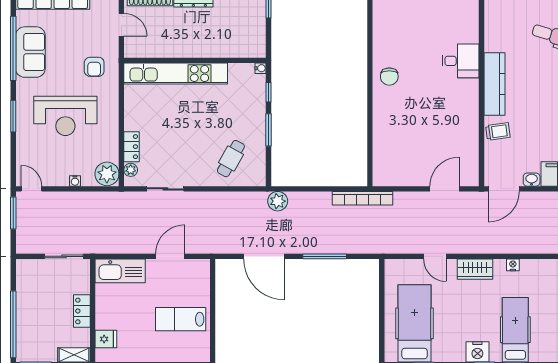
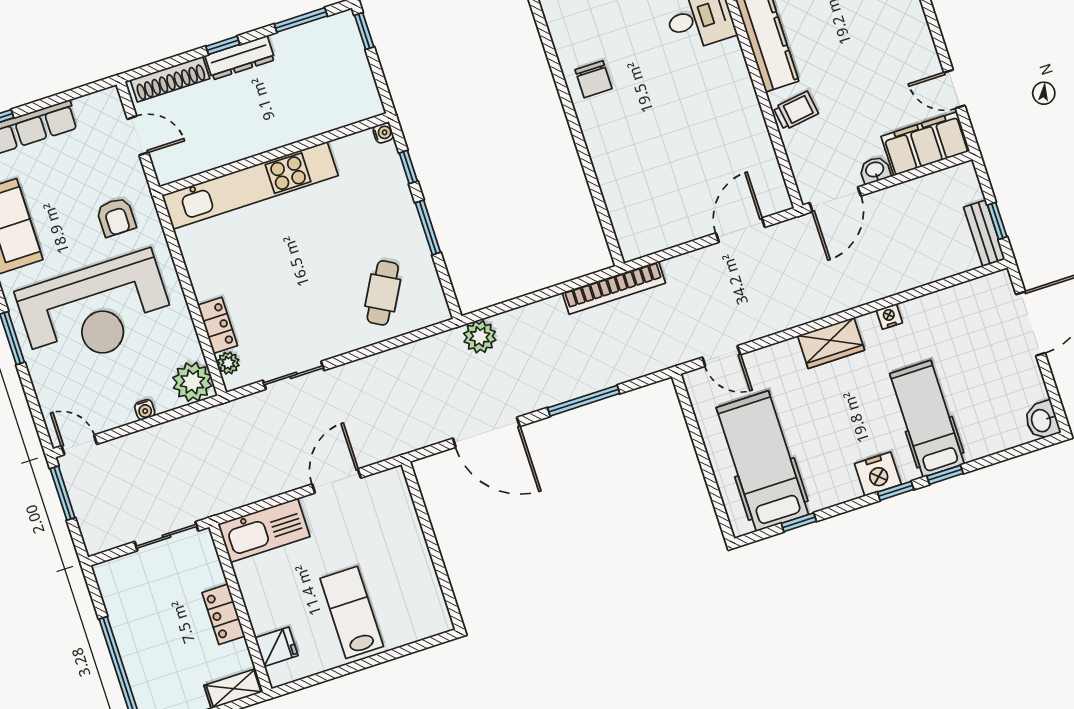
reception desk: (65, 116) -> (96, 311), width x1.36, depth x1.30
door: (435, 256) -> (721, 356), moved
lab bench: (181, 319) -> (352, 612), moved, turned 90

